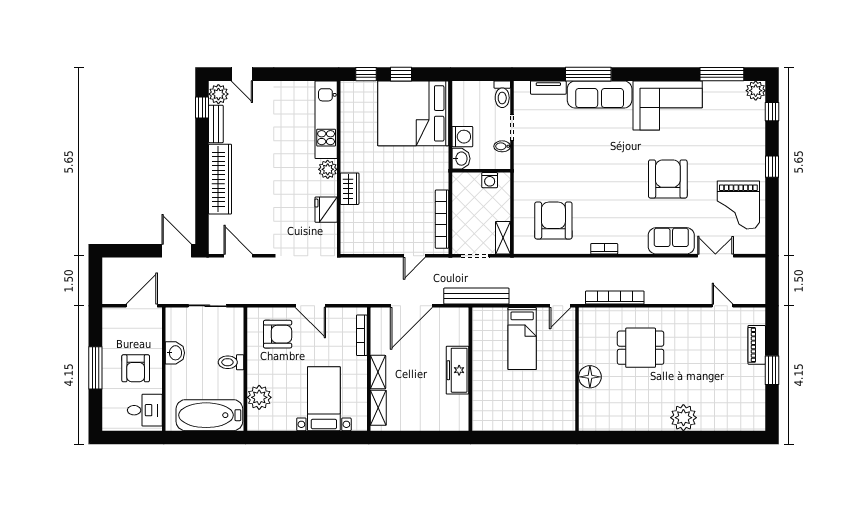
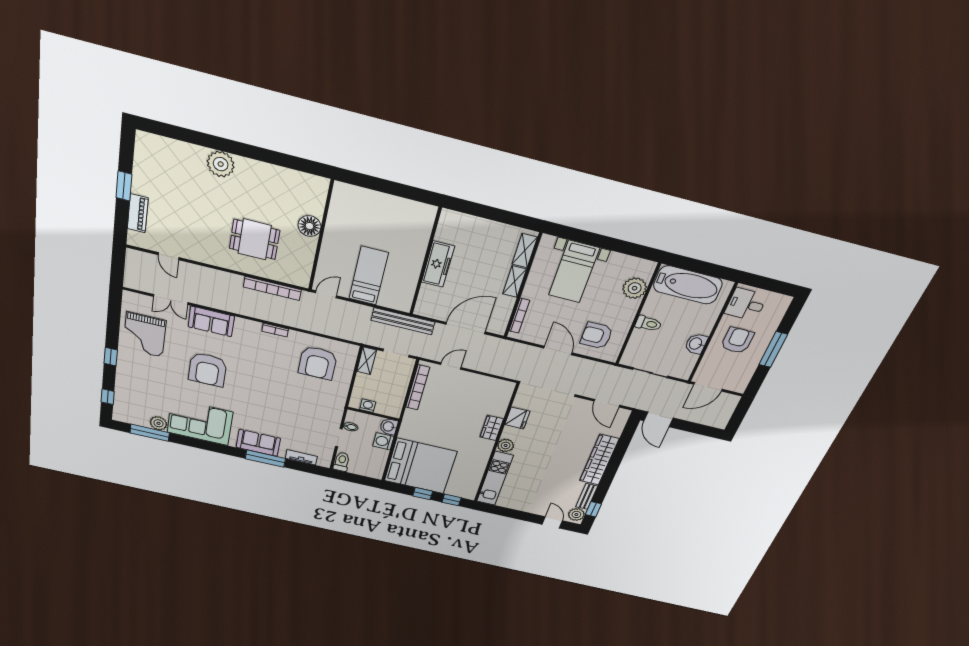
plant: (756, 91) -> (159, 423), moved
sofa: (600, 94) -> (258, 443), width x0.73
grand piano: (738, 205) -> (145, 335), turned 180

